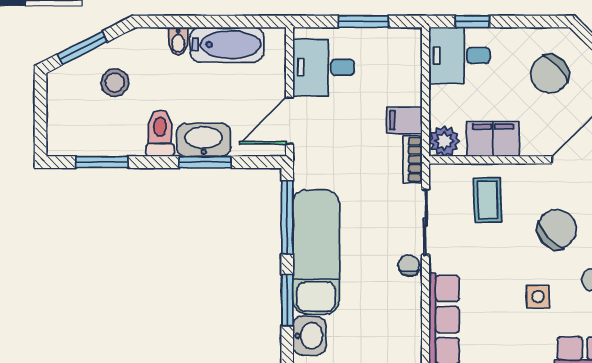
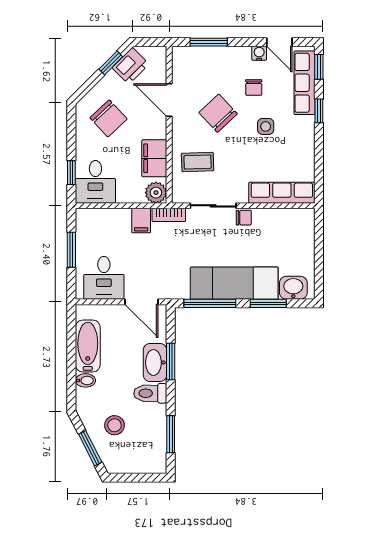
chair: (409, 266) -> (244, 218), turned 180

